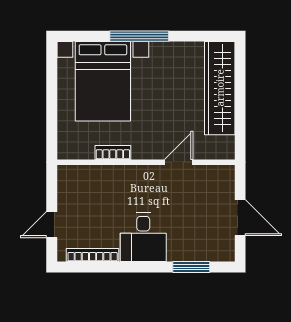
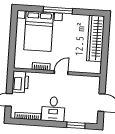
door: (179, 162) -> (61, 73), moved
printer: (73, 187) -> (20, 82), added

